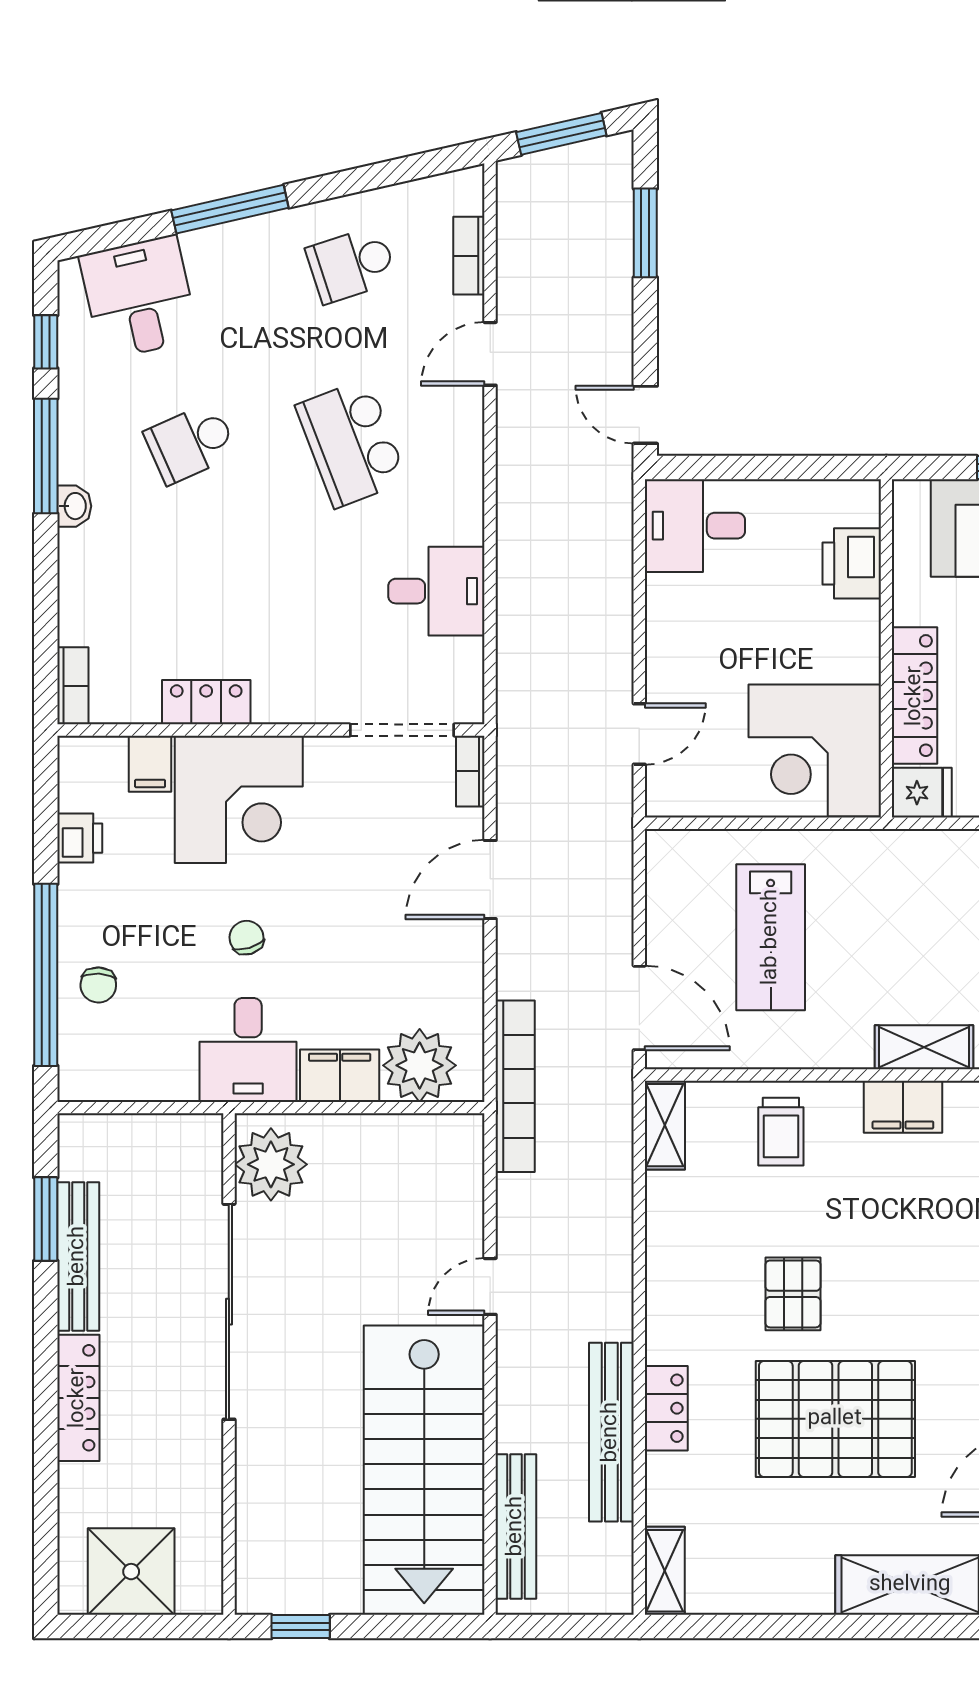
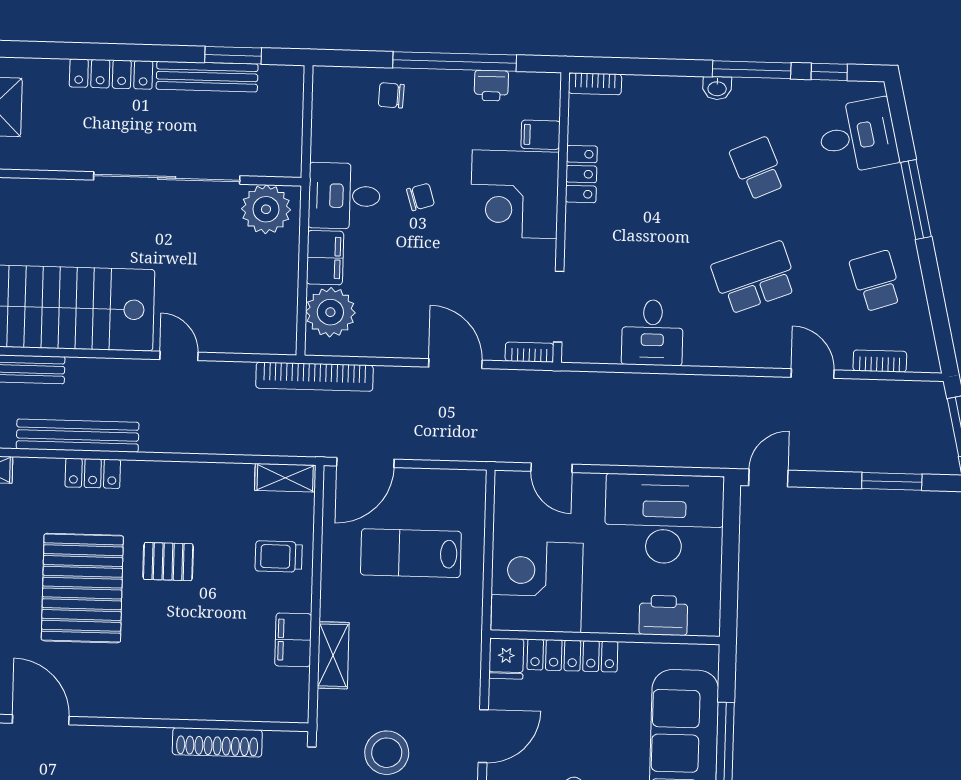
desk: (695, 526) -> (664, 519), width x1.87, depth x1.30
window: (46, 975) -> (455, 61), moved

